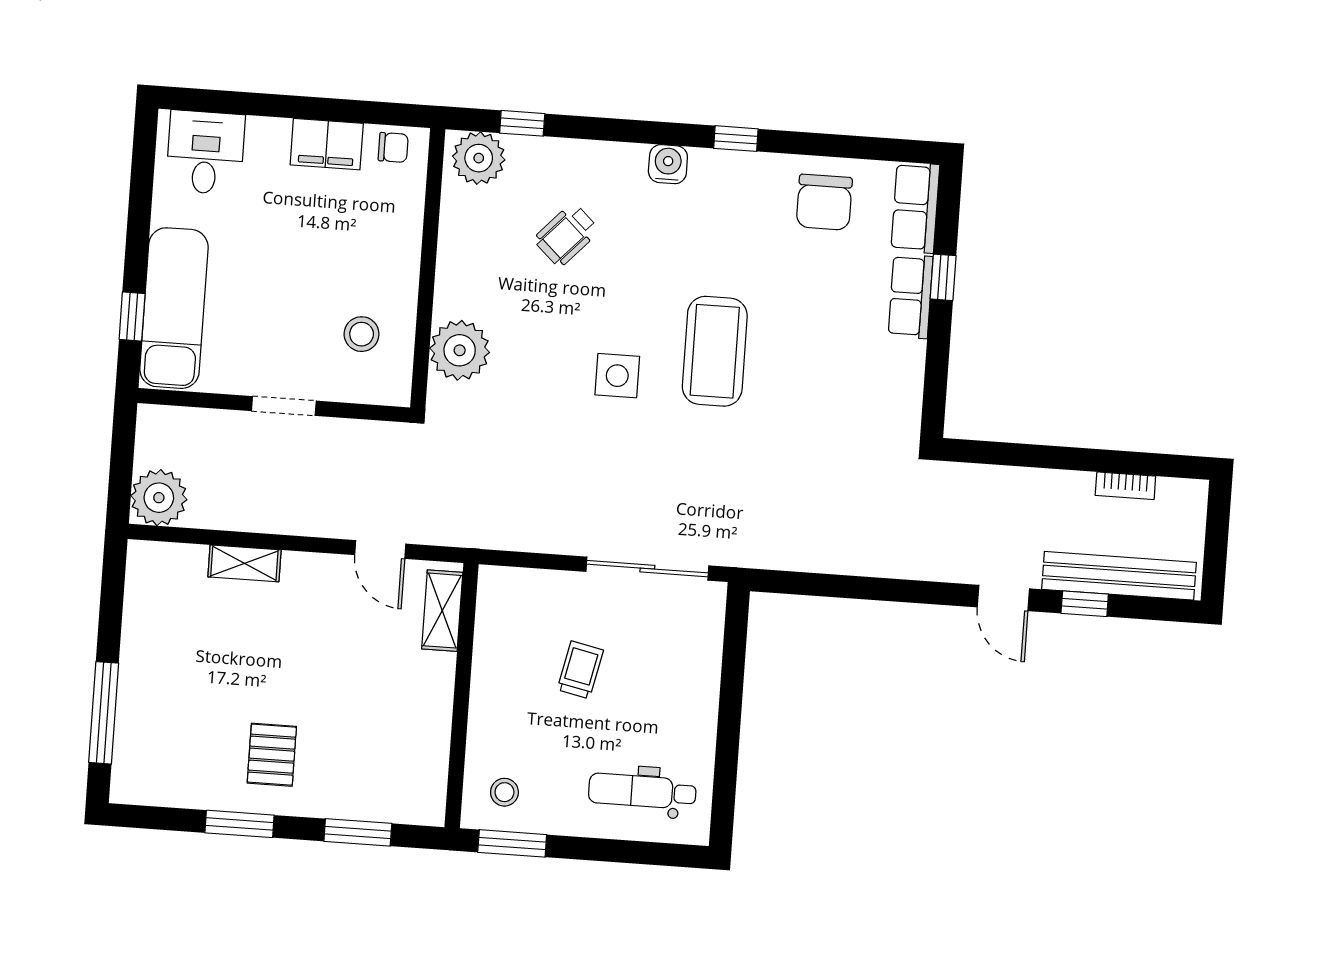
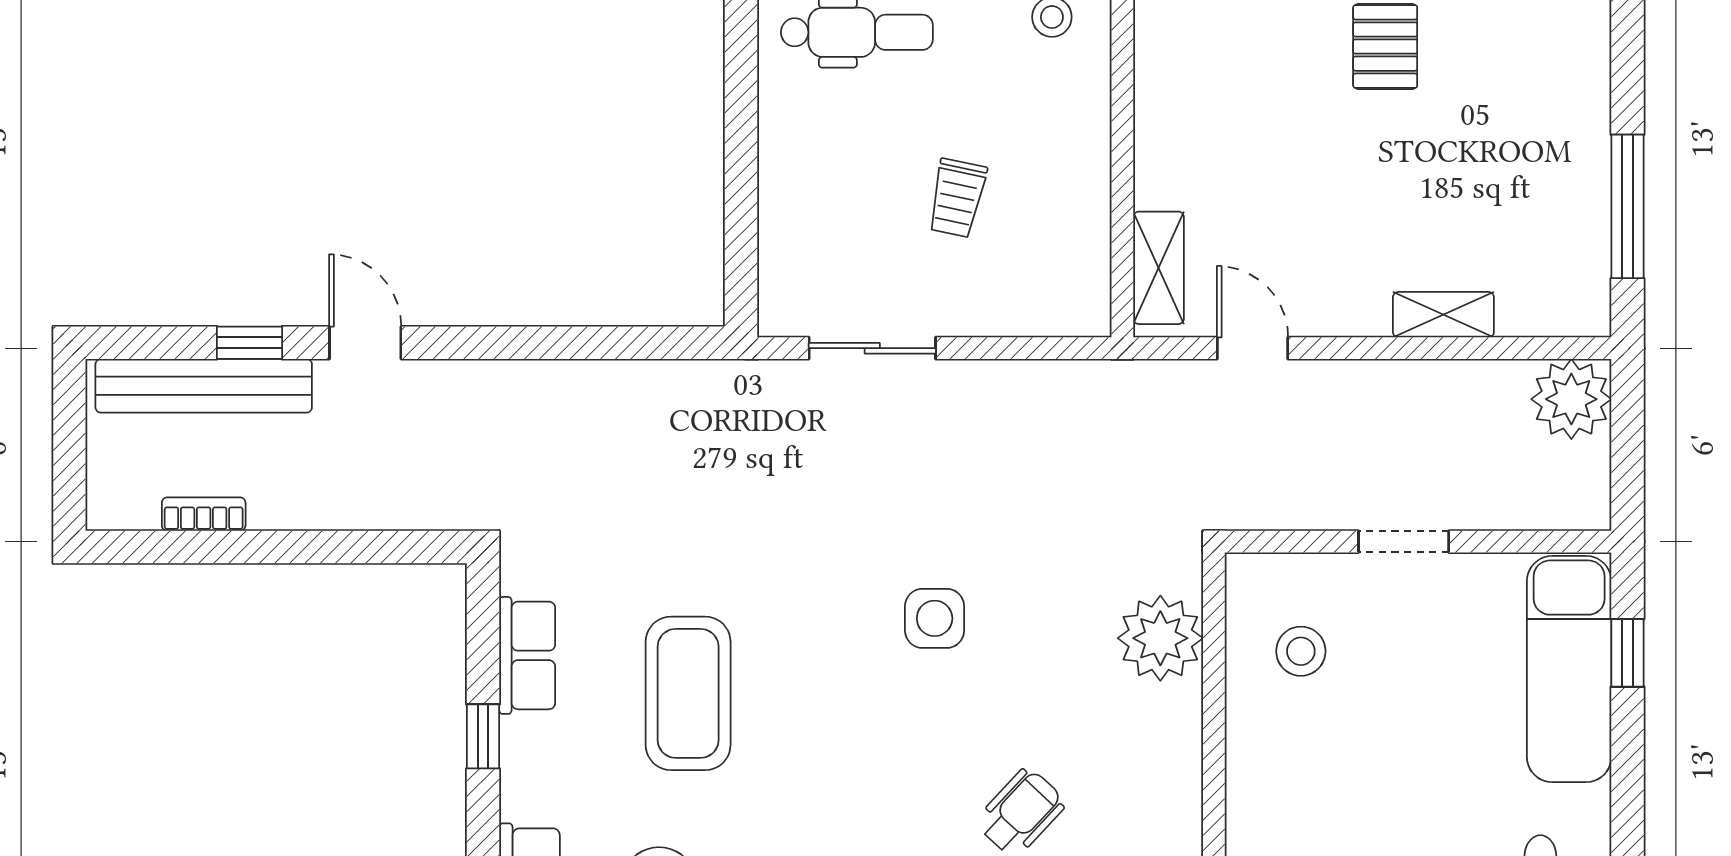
window: (943, 277) -> (483, 736), moved
row of seats: (911, 296) -> (527, 655), moved
coffee table: (715, 351) -> (688, 693), moved
sliding door: (647, 569) -> (872, 348), width x0.73
window: (104, 713) -> (1628, 206), moved

